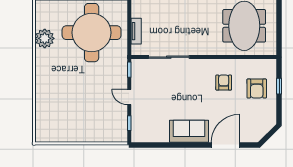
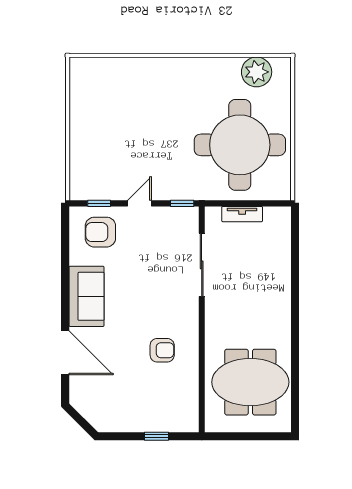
plant: (45, 38) -> (257, 72), moved
armchair: (257, 88) -> (100, 232), moved

